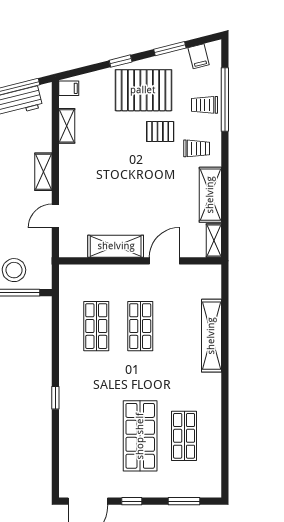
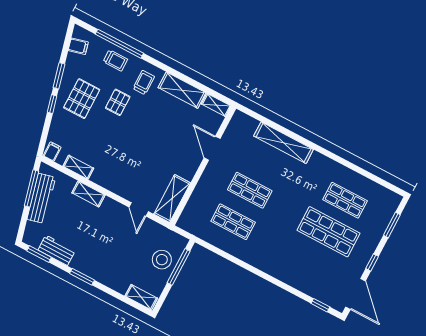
window: (170, 49) -> (59, 76), moved
pallet: (143, 90) -> (82, 99), width x0.73, depth x0.71
trolley: (204, 105) -> (115, 60), turned -90
shelving: (43, 172) -> (88, 194), moved
shelving: (116, 246) -> (172, 198), moved
window: (55, 398) -> (320, 305), moved

